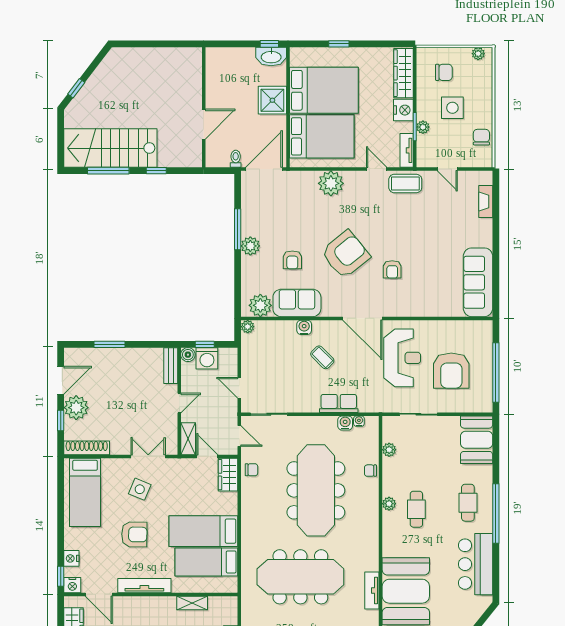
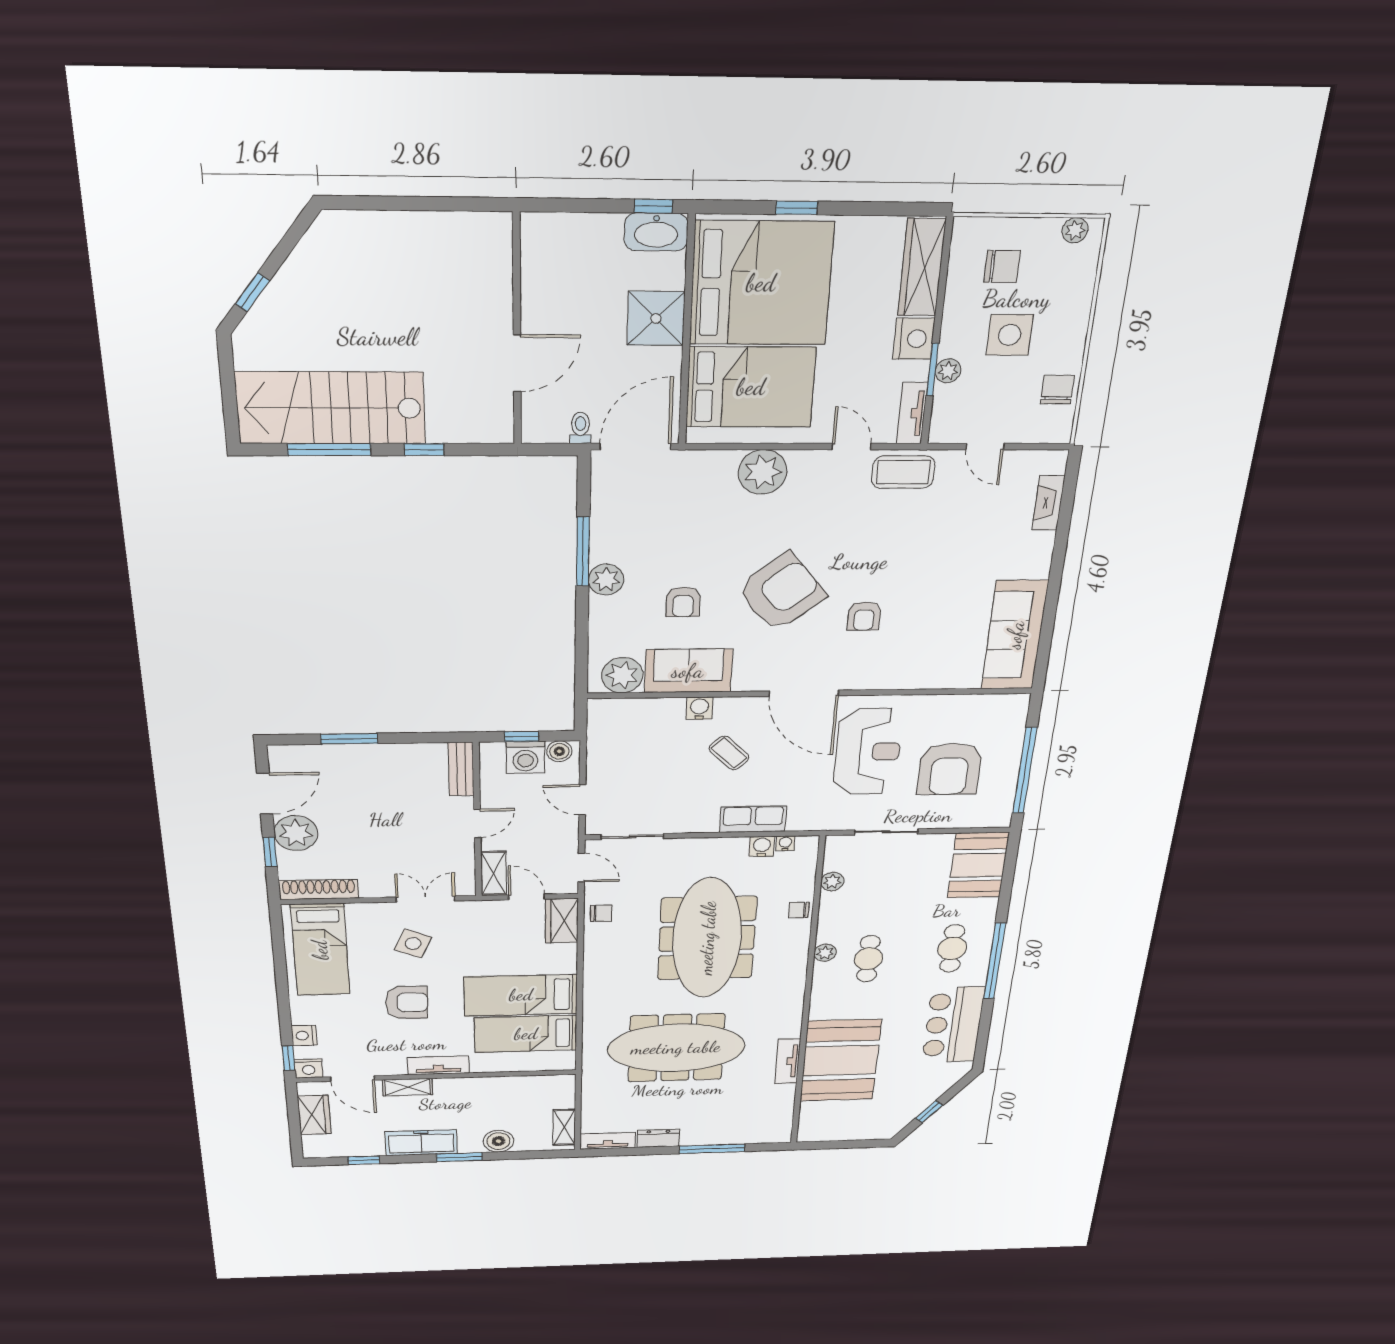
bed: (324, 90) -> (761, 283), width x1.36
plant: (248, 327) -> (598, 708), removed
boiler: (188, 355) -> (559, 751), moved
tv unit: (144, 586) -> (438, 1065), width x0.71
shelving: (192, 603) -> (408, 1087), moved

